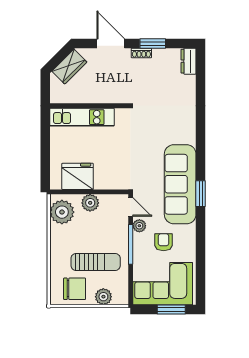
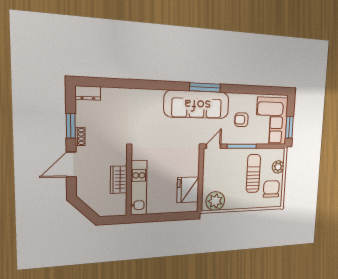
wardrobe: (69, 67) -> (119, 180), moved, turned -135
window: (201, 194) -> (205, 87), width x1.44
plant: (90, 203) -> (209, 179), removed
plant: (139, 226) -> (228, 139), removed
window: (171, 310) -> (289, 127), moved

